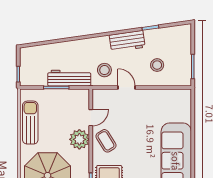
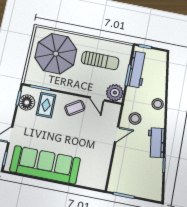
stool: (157, 65) -> (158, 104), moved
workbench: (69, 78) -> (137, 69), moved
sun lounger: (30, 123) -> (100, 61), moved
plant: (79, 139) -> (115, 93), moved

